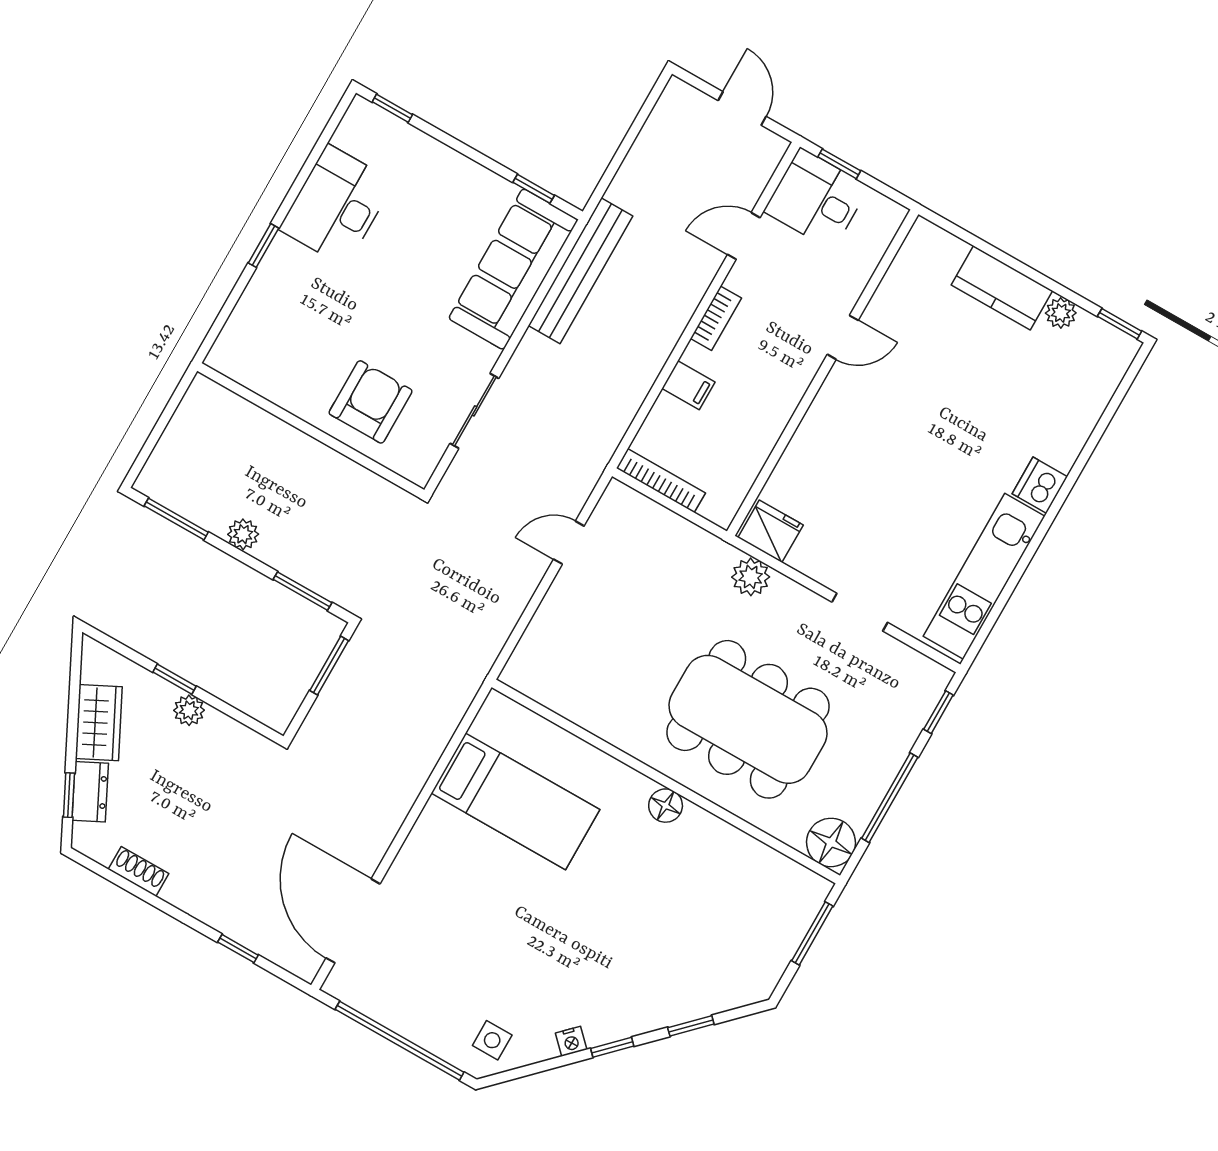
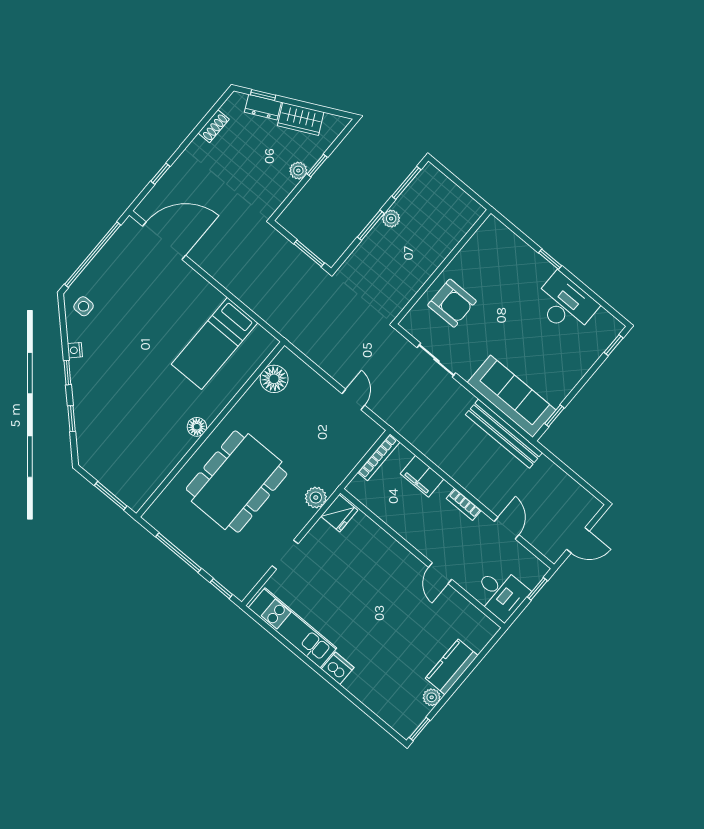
desk: (816, 199) -> (501, 593), moved, turned 90
filing cabinet: (688, 385) -> (422, 476), width x2.00
window: (302, 591) -> (371, 225), moved
floor lamp: (831, 842) -> (274, 379), moved

